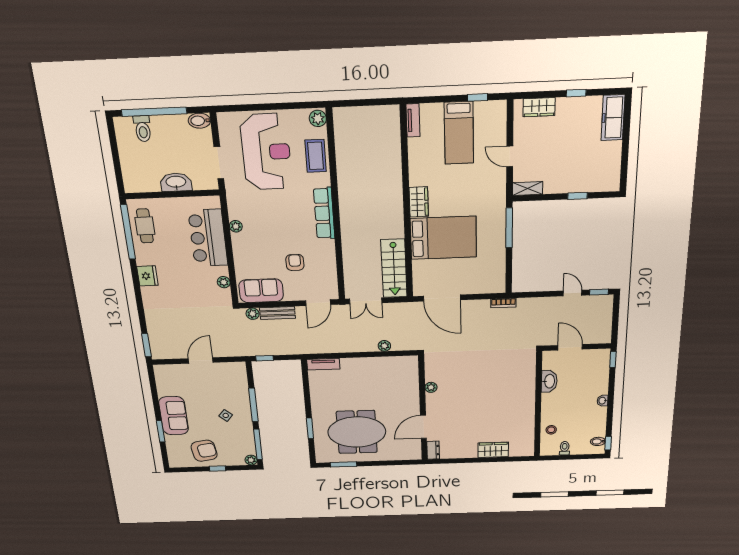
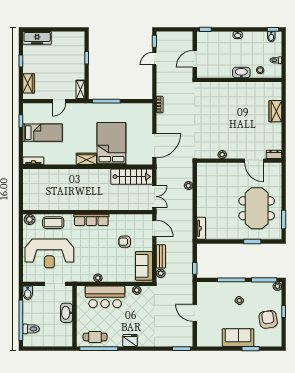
reception desk: (266, 152) -> (49, 253), turned 180
washbasin: (549, 381) -> (241, 73), moved

